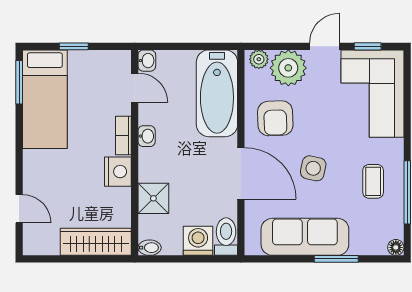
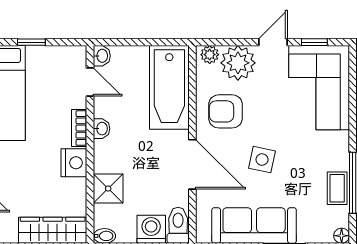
armchair: (275, 118) -> (225, 111), turned 92
coffee table: (373, 181) -> (337, 188), moved

